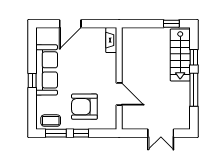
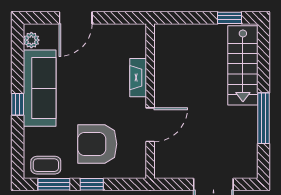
plant: (41, 38) -> (31, 40), added
fireplace: (111, 40) -> (138, 78), moved
window: (194, 57) -> (264, 69), removed
door: (119, 94) -> (150, 125), hinge flipped

